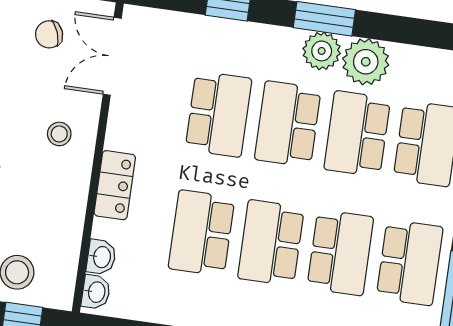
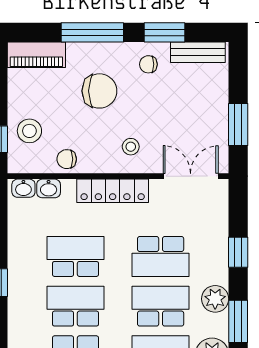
chair: (49, 34) -> (67, 159), moved, turned -70
plant: (322, 51) -> (215, 299), moved
locker: (115, 185) -> (113, 191), width x1.53

